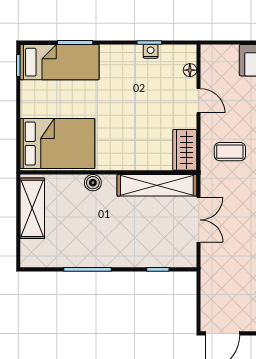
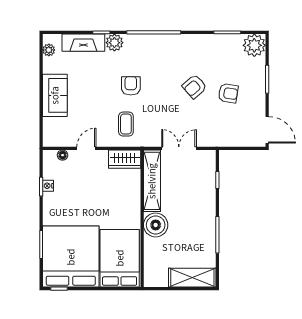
bed: (60, 62) -> (71, 257), width x2.04
boiler: (93, 183) -> (156, 225), width x1.86, depth x1.86
shelving: (32, 208) -> (192, 278), moved

